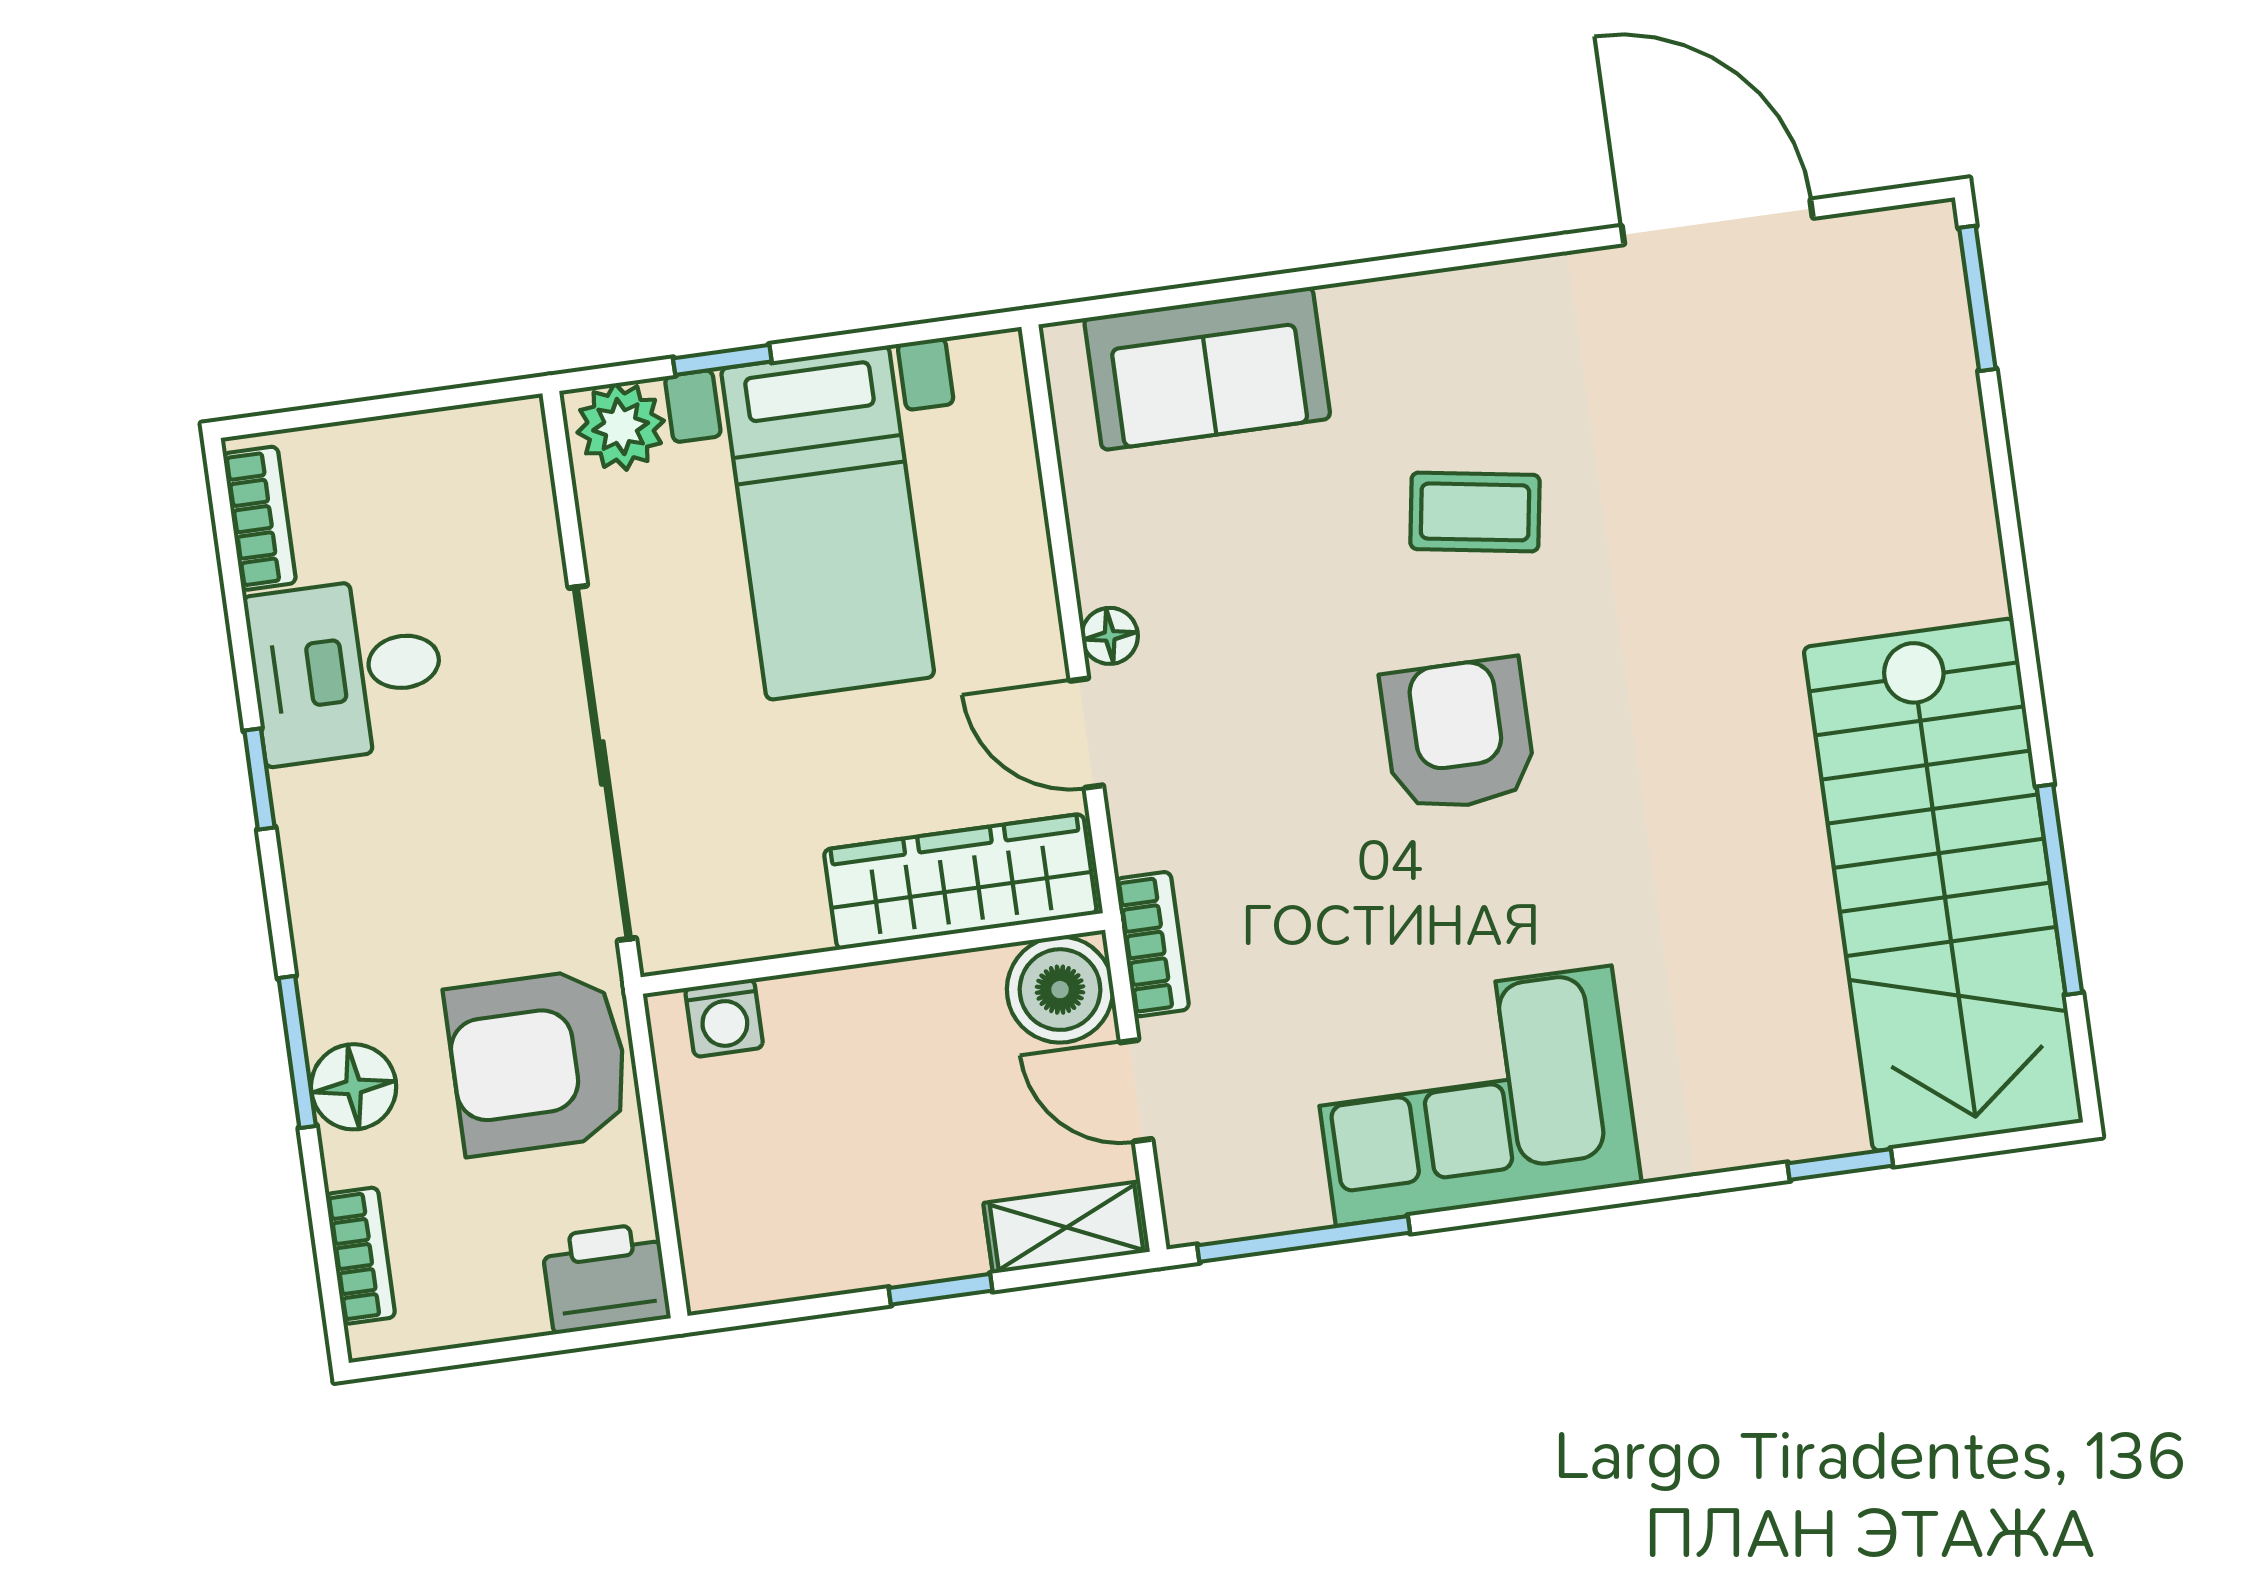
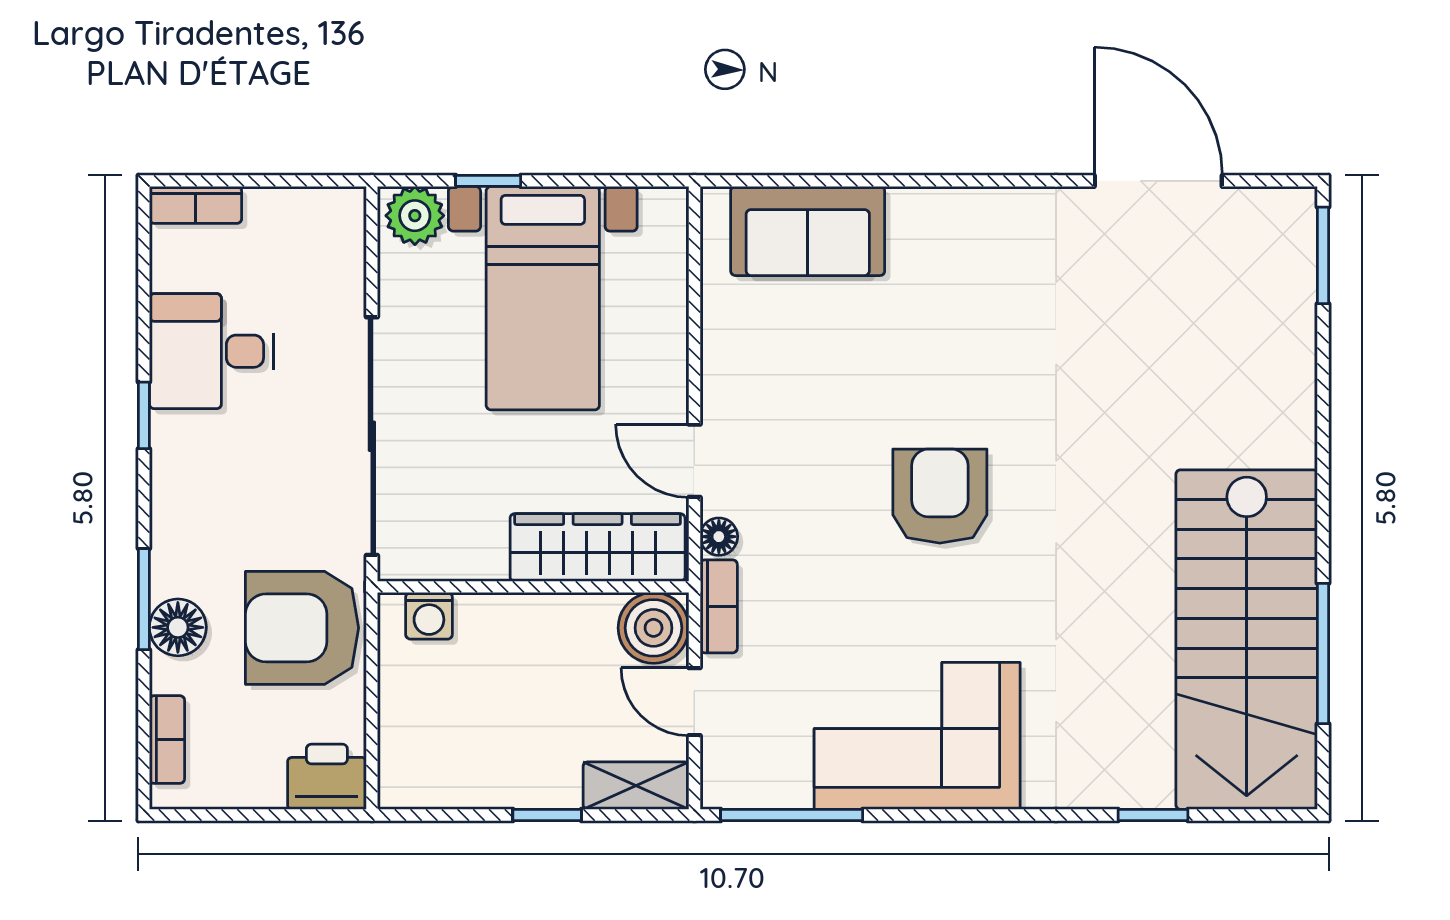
coffee table: (1475, 512) -> (971, 350), removed
bookcase: (260, 518) -> (196, 205), moved, turned 90
floor lamp: (1110, 636) -> (719, 537), moved

